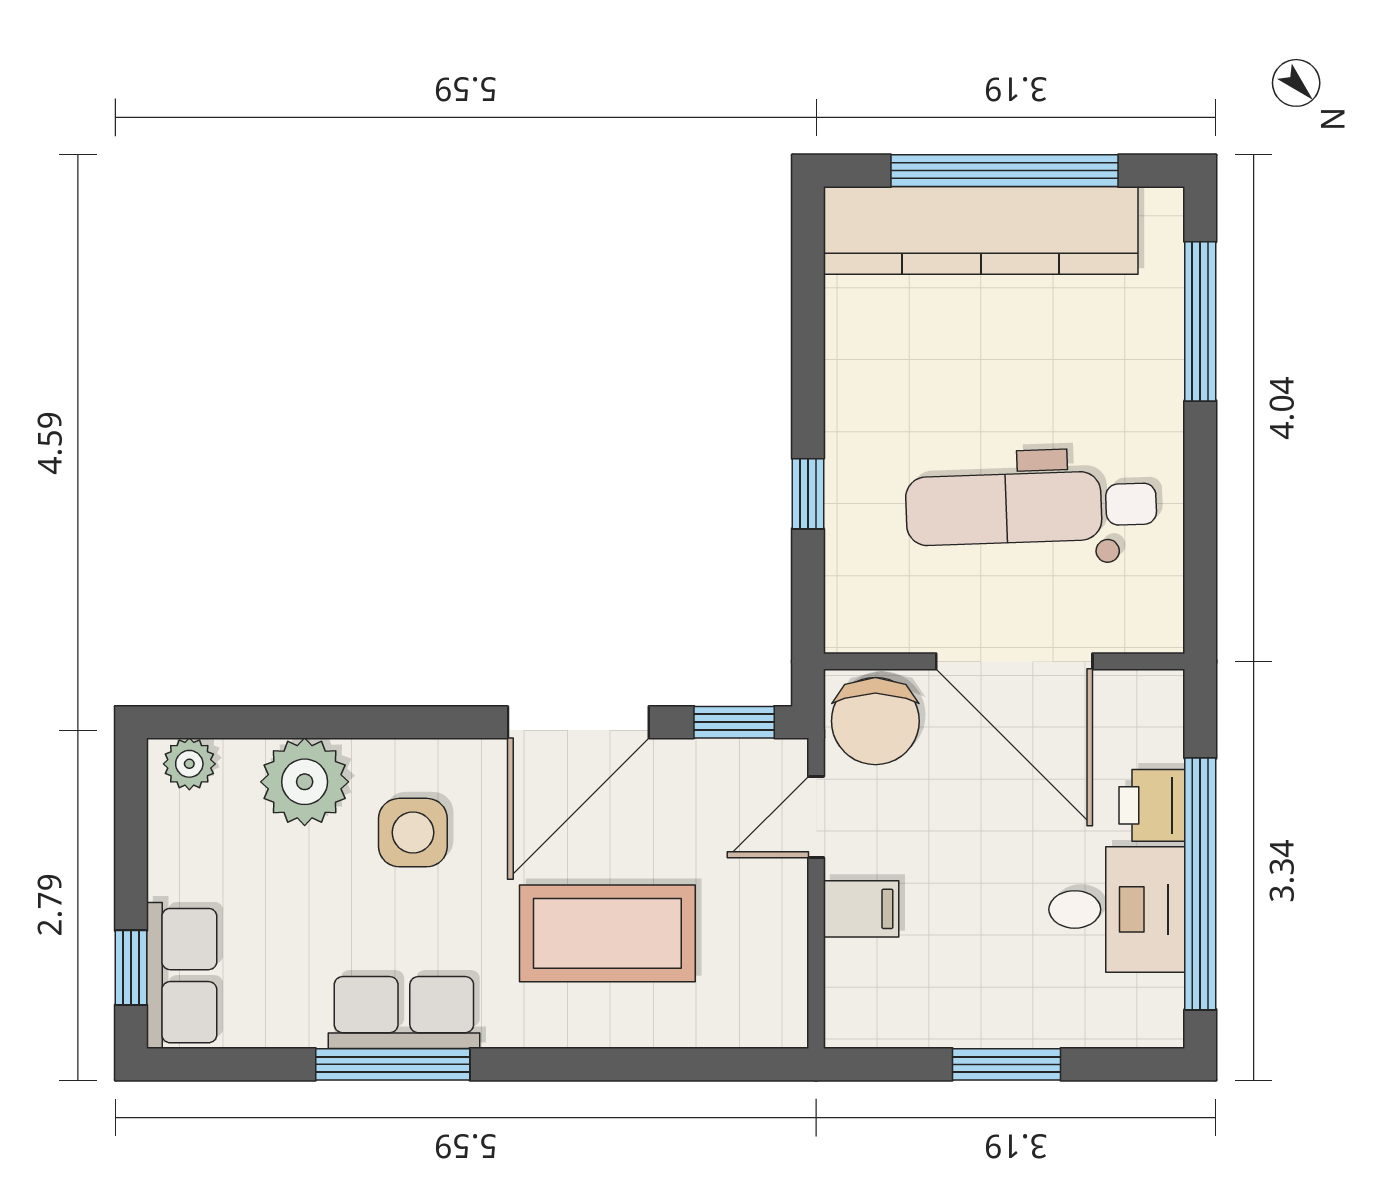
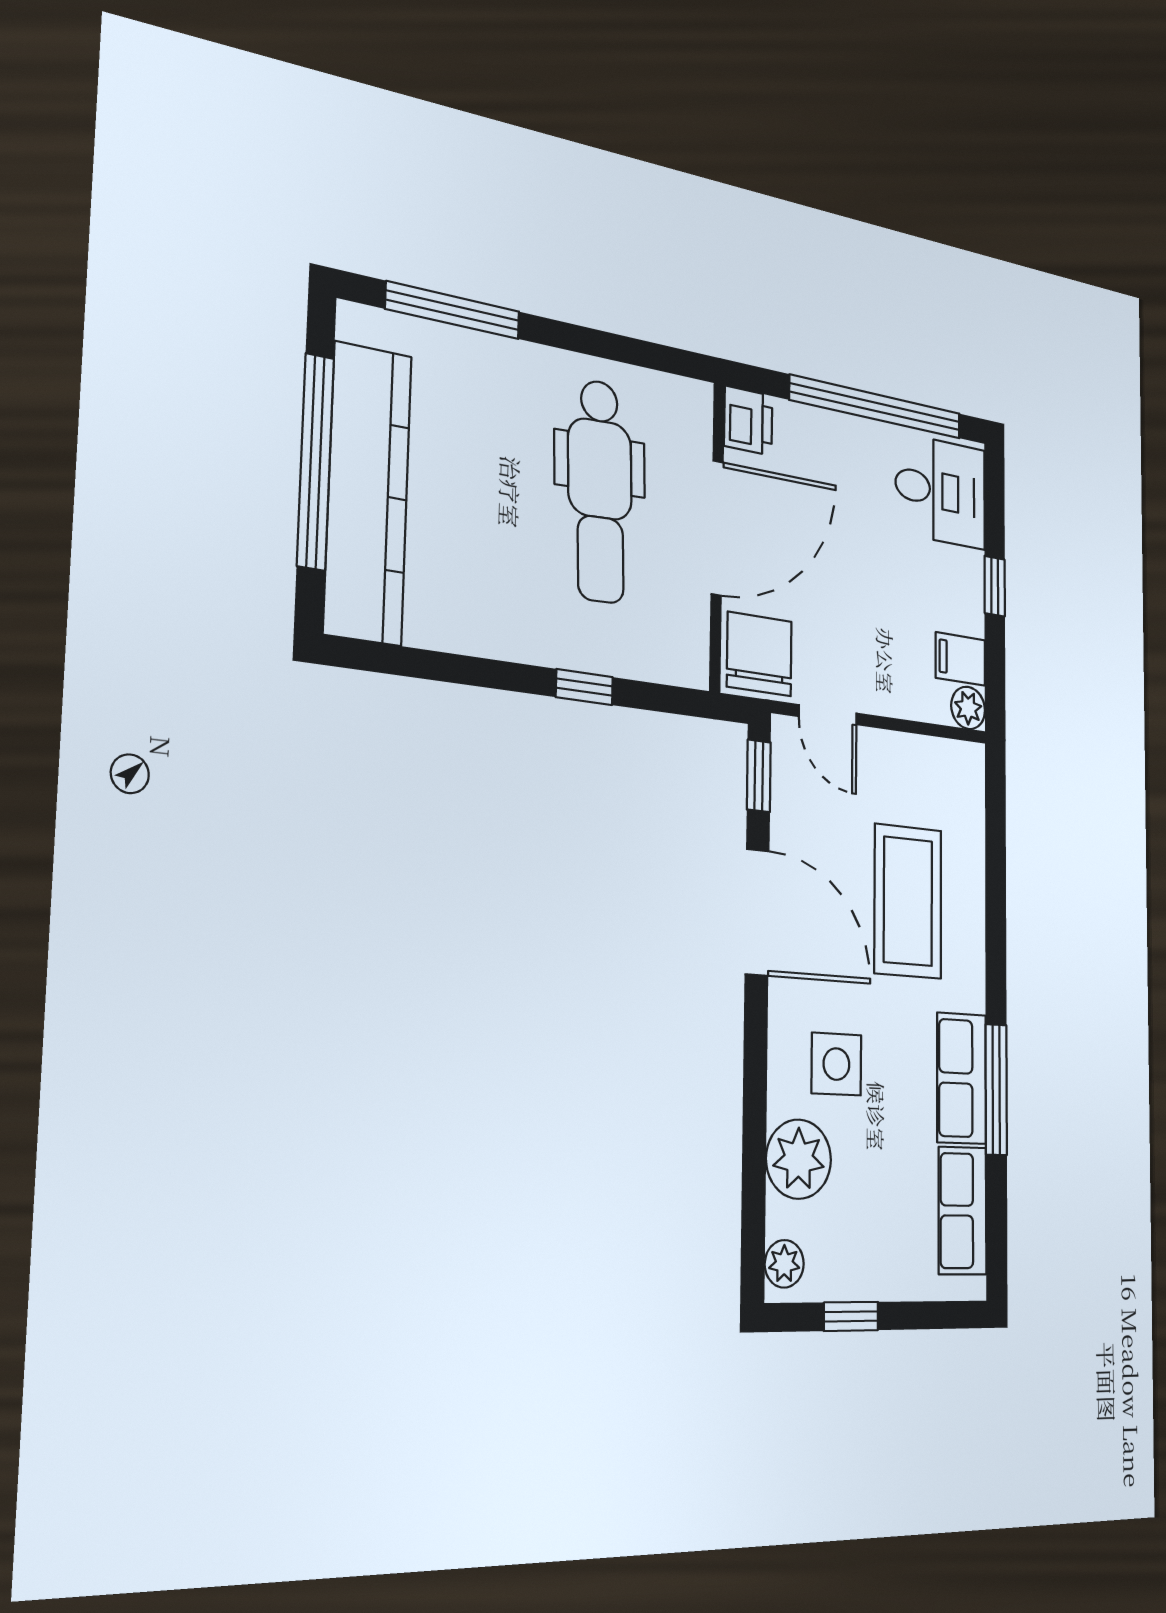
chair: (875, 721) -> (759, 654), turned -90
printer: (1152, 805) -> (748, 421), moved, turned -90
filing cabinet: (861, 909) -> (960, 659), moved, turned -90
desk: (1117, 909) -> (941, 491), moved, turned 90
window: (131, 968) -> (851, 1316), moved
row of seats: (182, 976) -> (963, 1211), moved, turned -90
plant: (849, 1023) -> (968, 708), added
window: (1006, 1064) -> (995, 586), width x0.67

